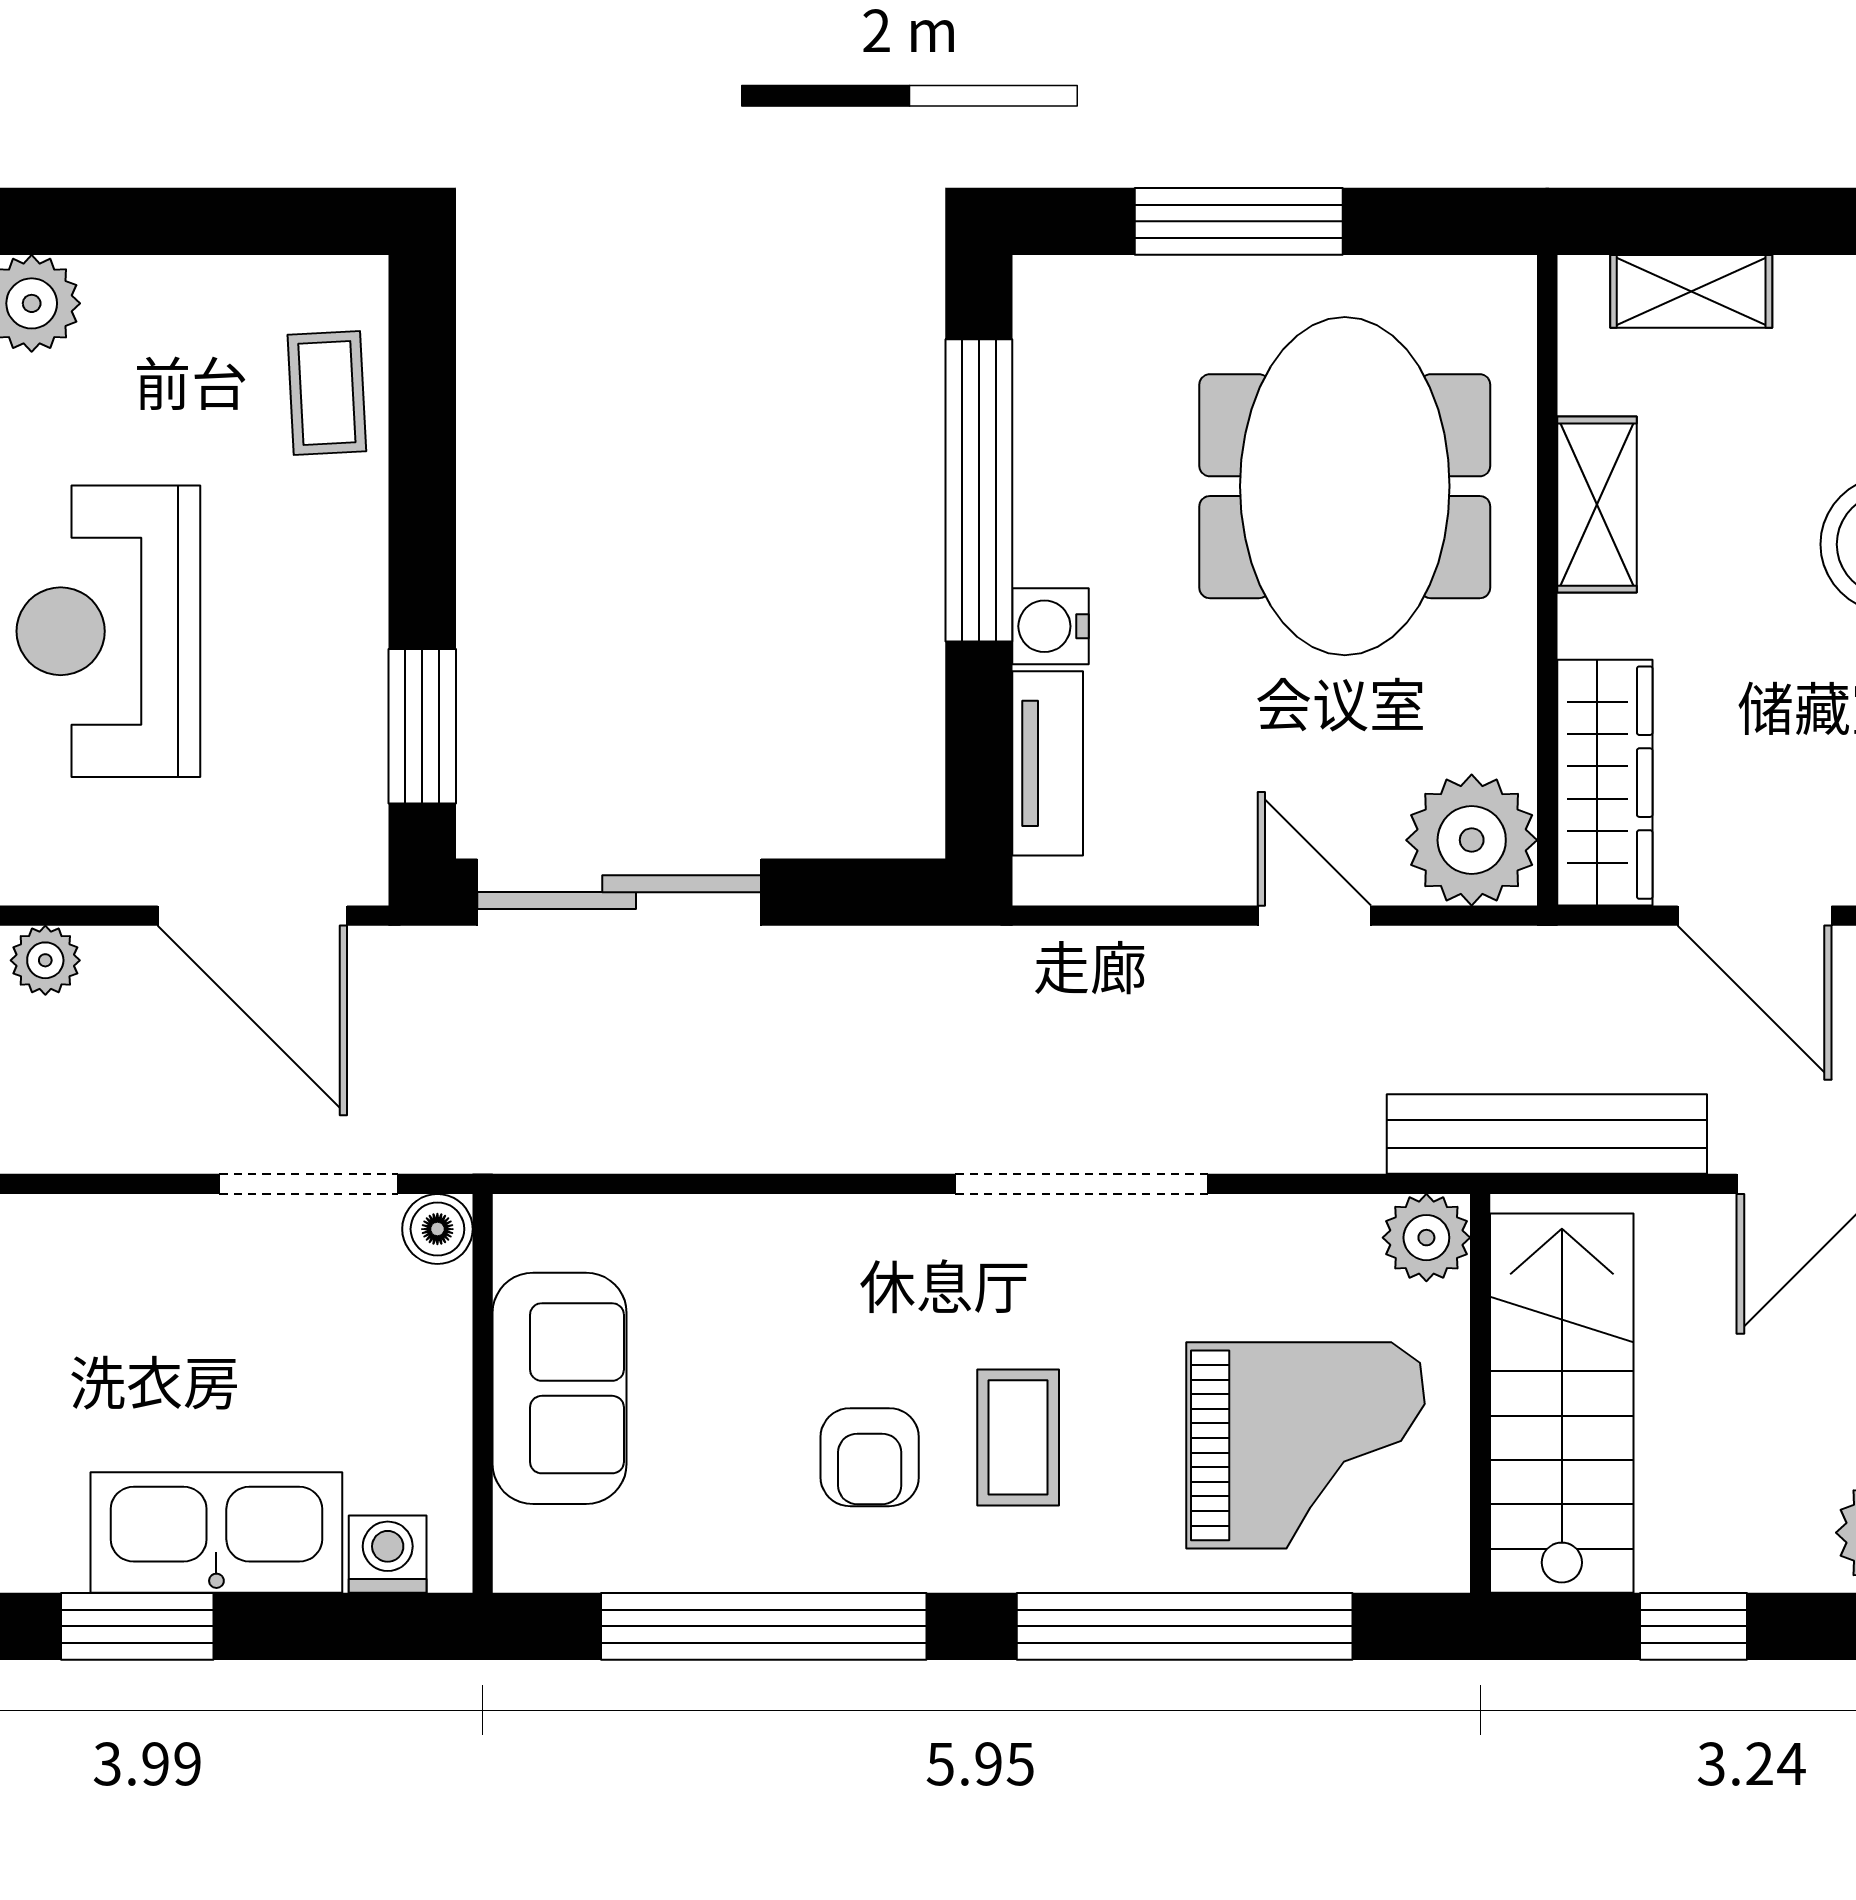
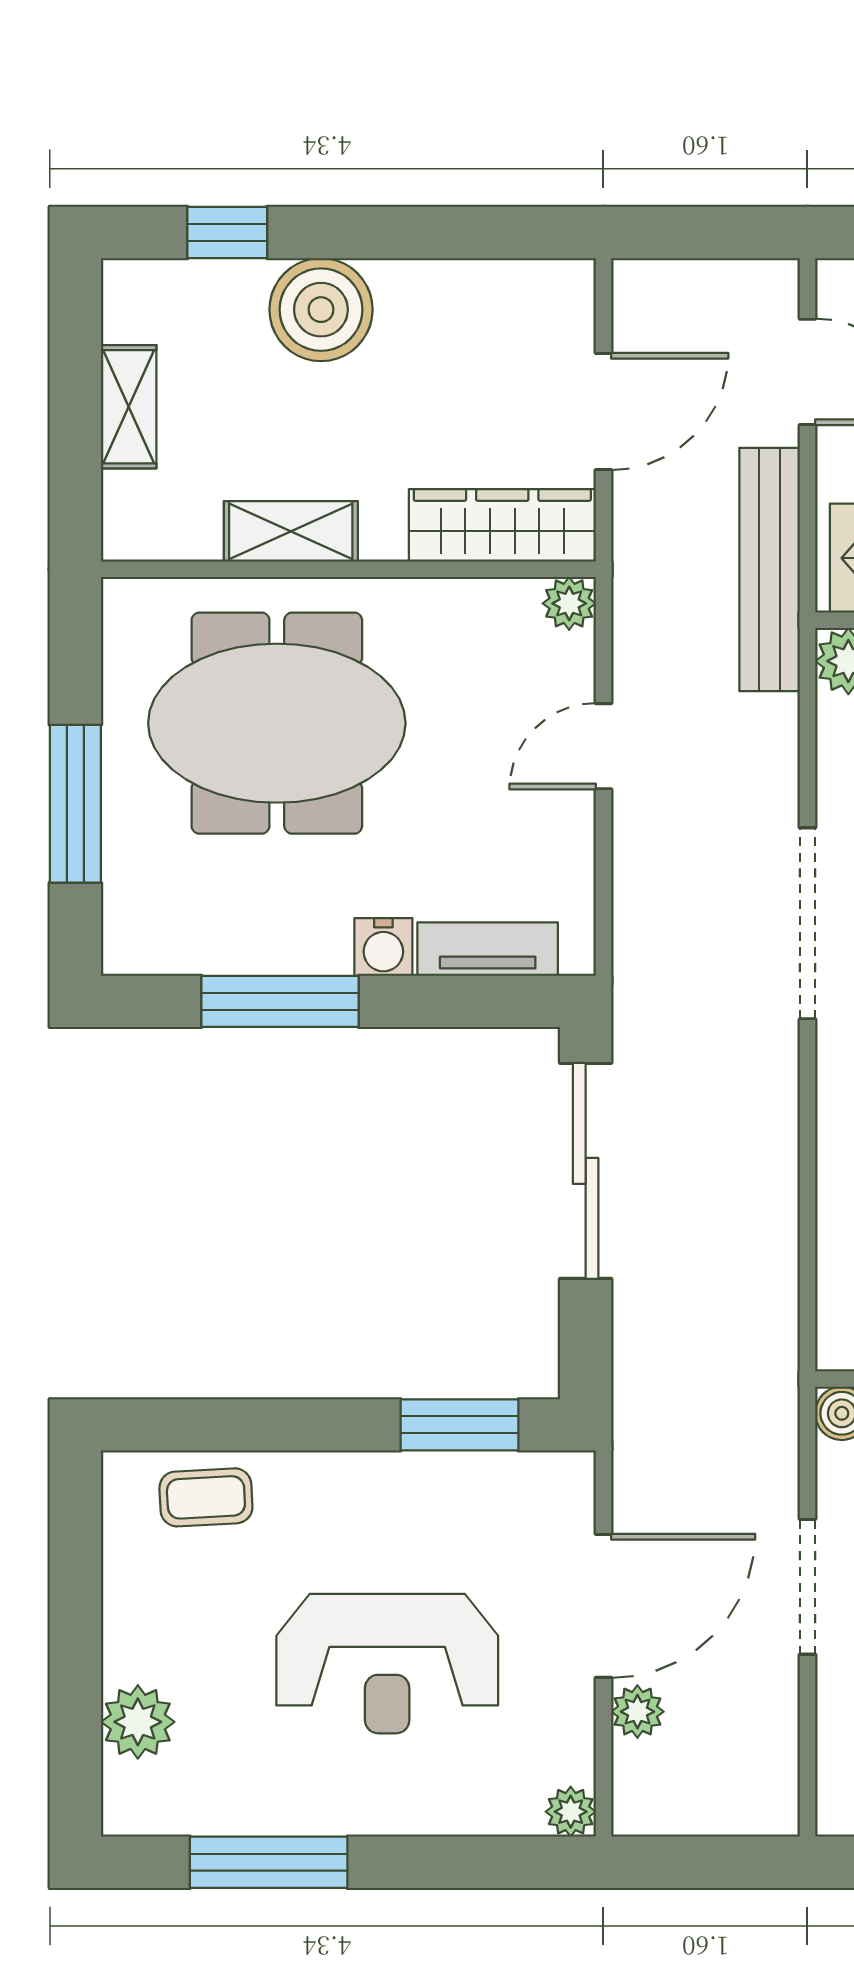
shelving: (1691, 291) -> (129, 407), moved
window: (979, 490) -> (280, 1001), width x0.68
plant: (1472, 840) -> (569, 603), width x0.53, depth x0.53
sliding door: (619, 892) -> (586, 1171), moved
door: (252, 916) -> (603, 1606), moved
doorway: (309, 1184) -> (807, 1587), moved

